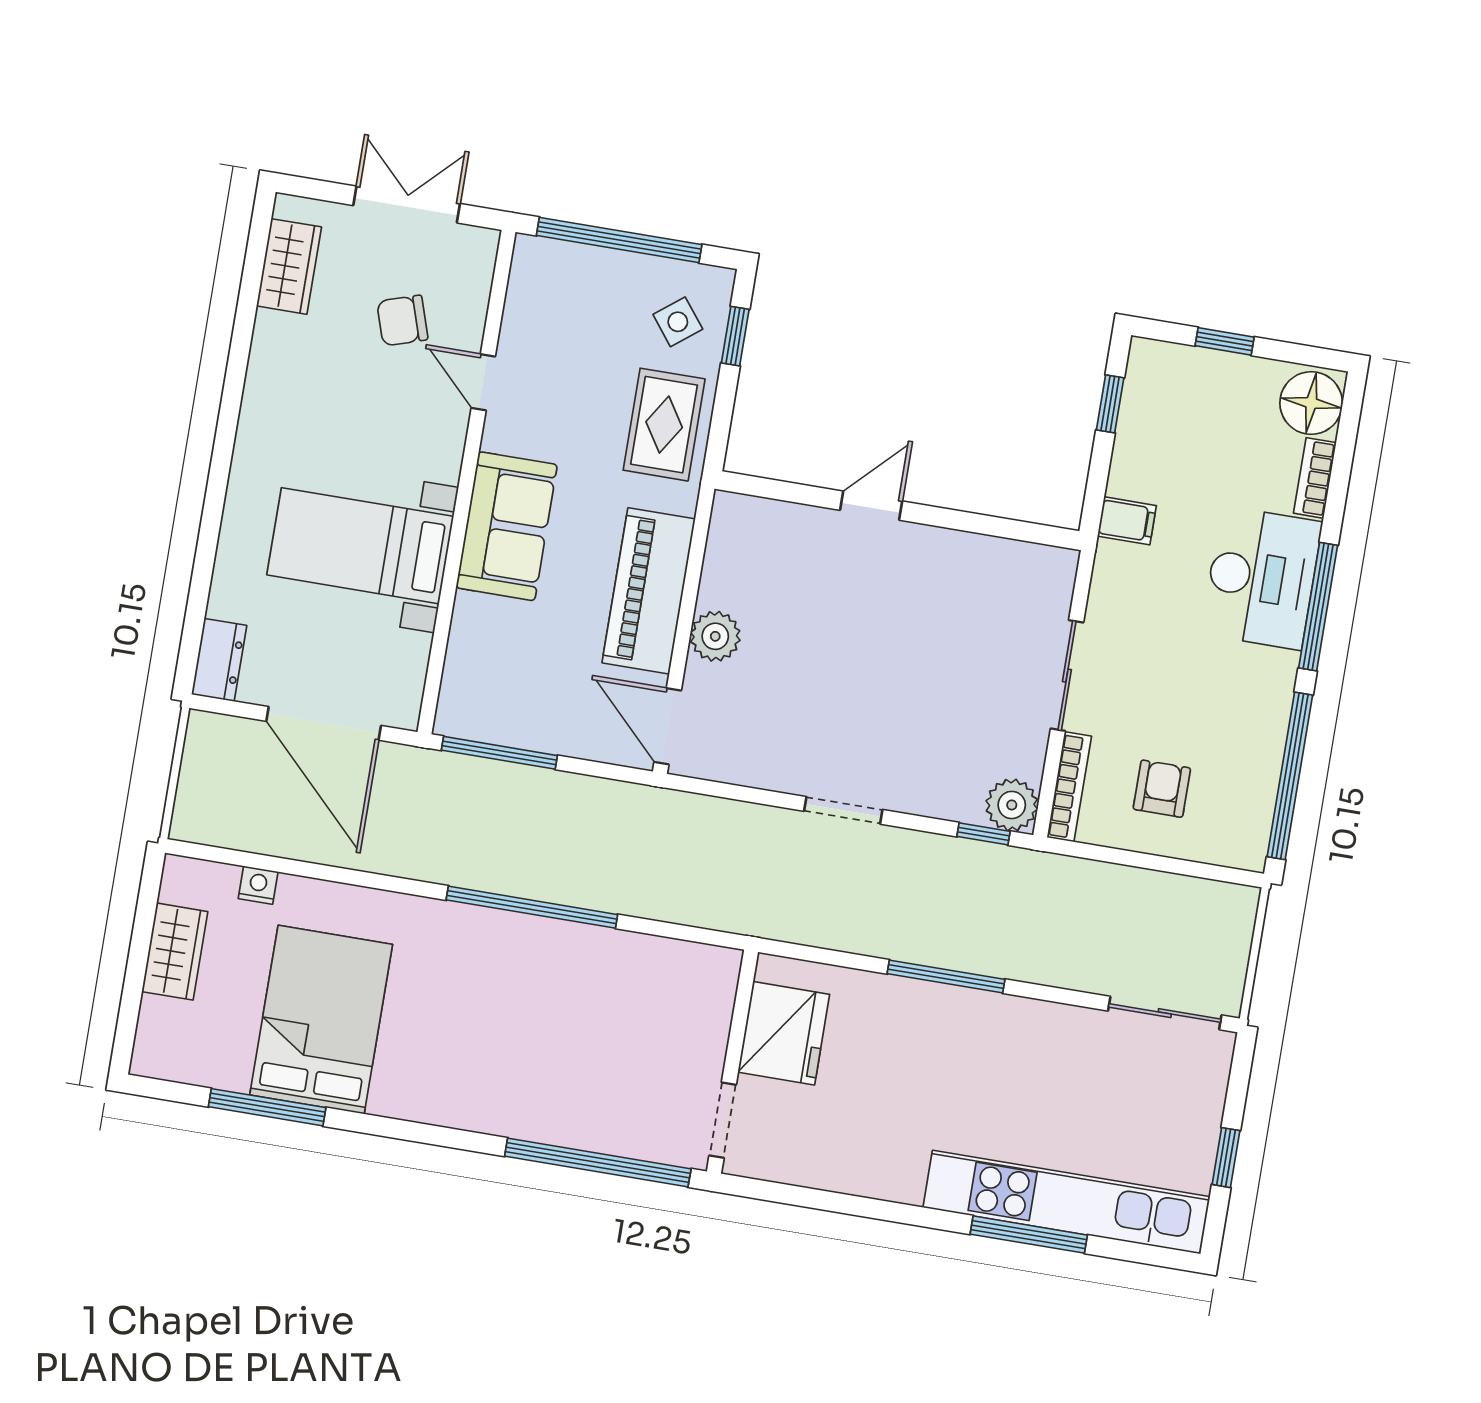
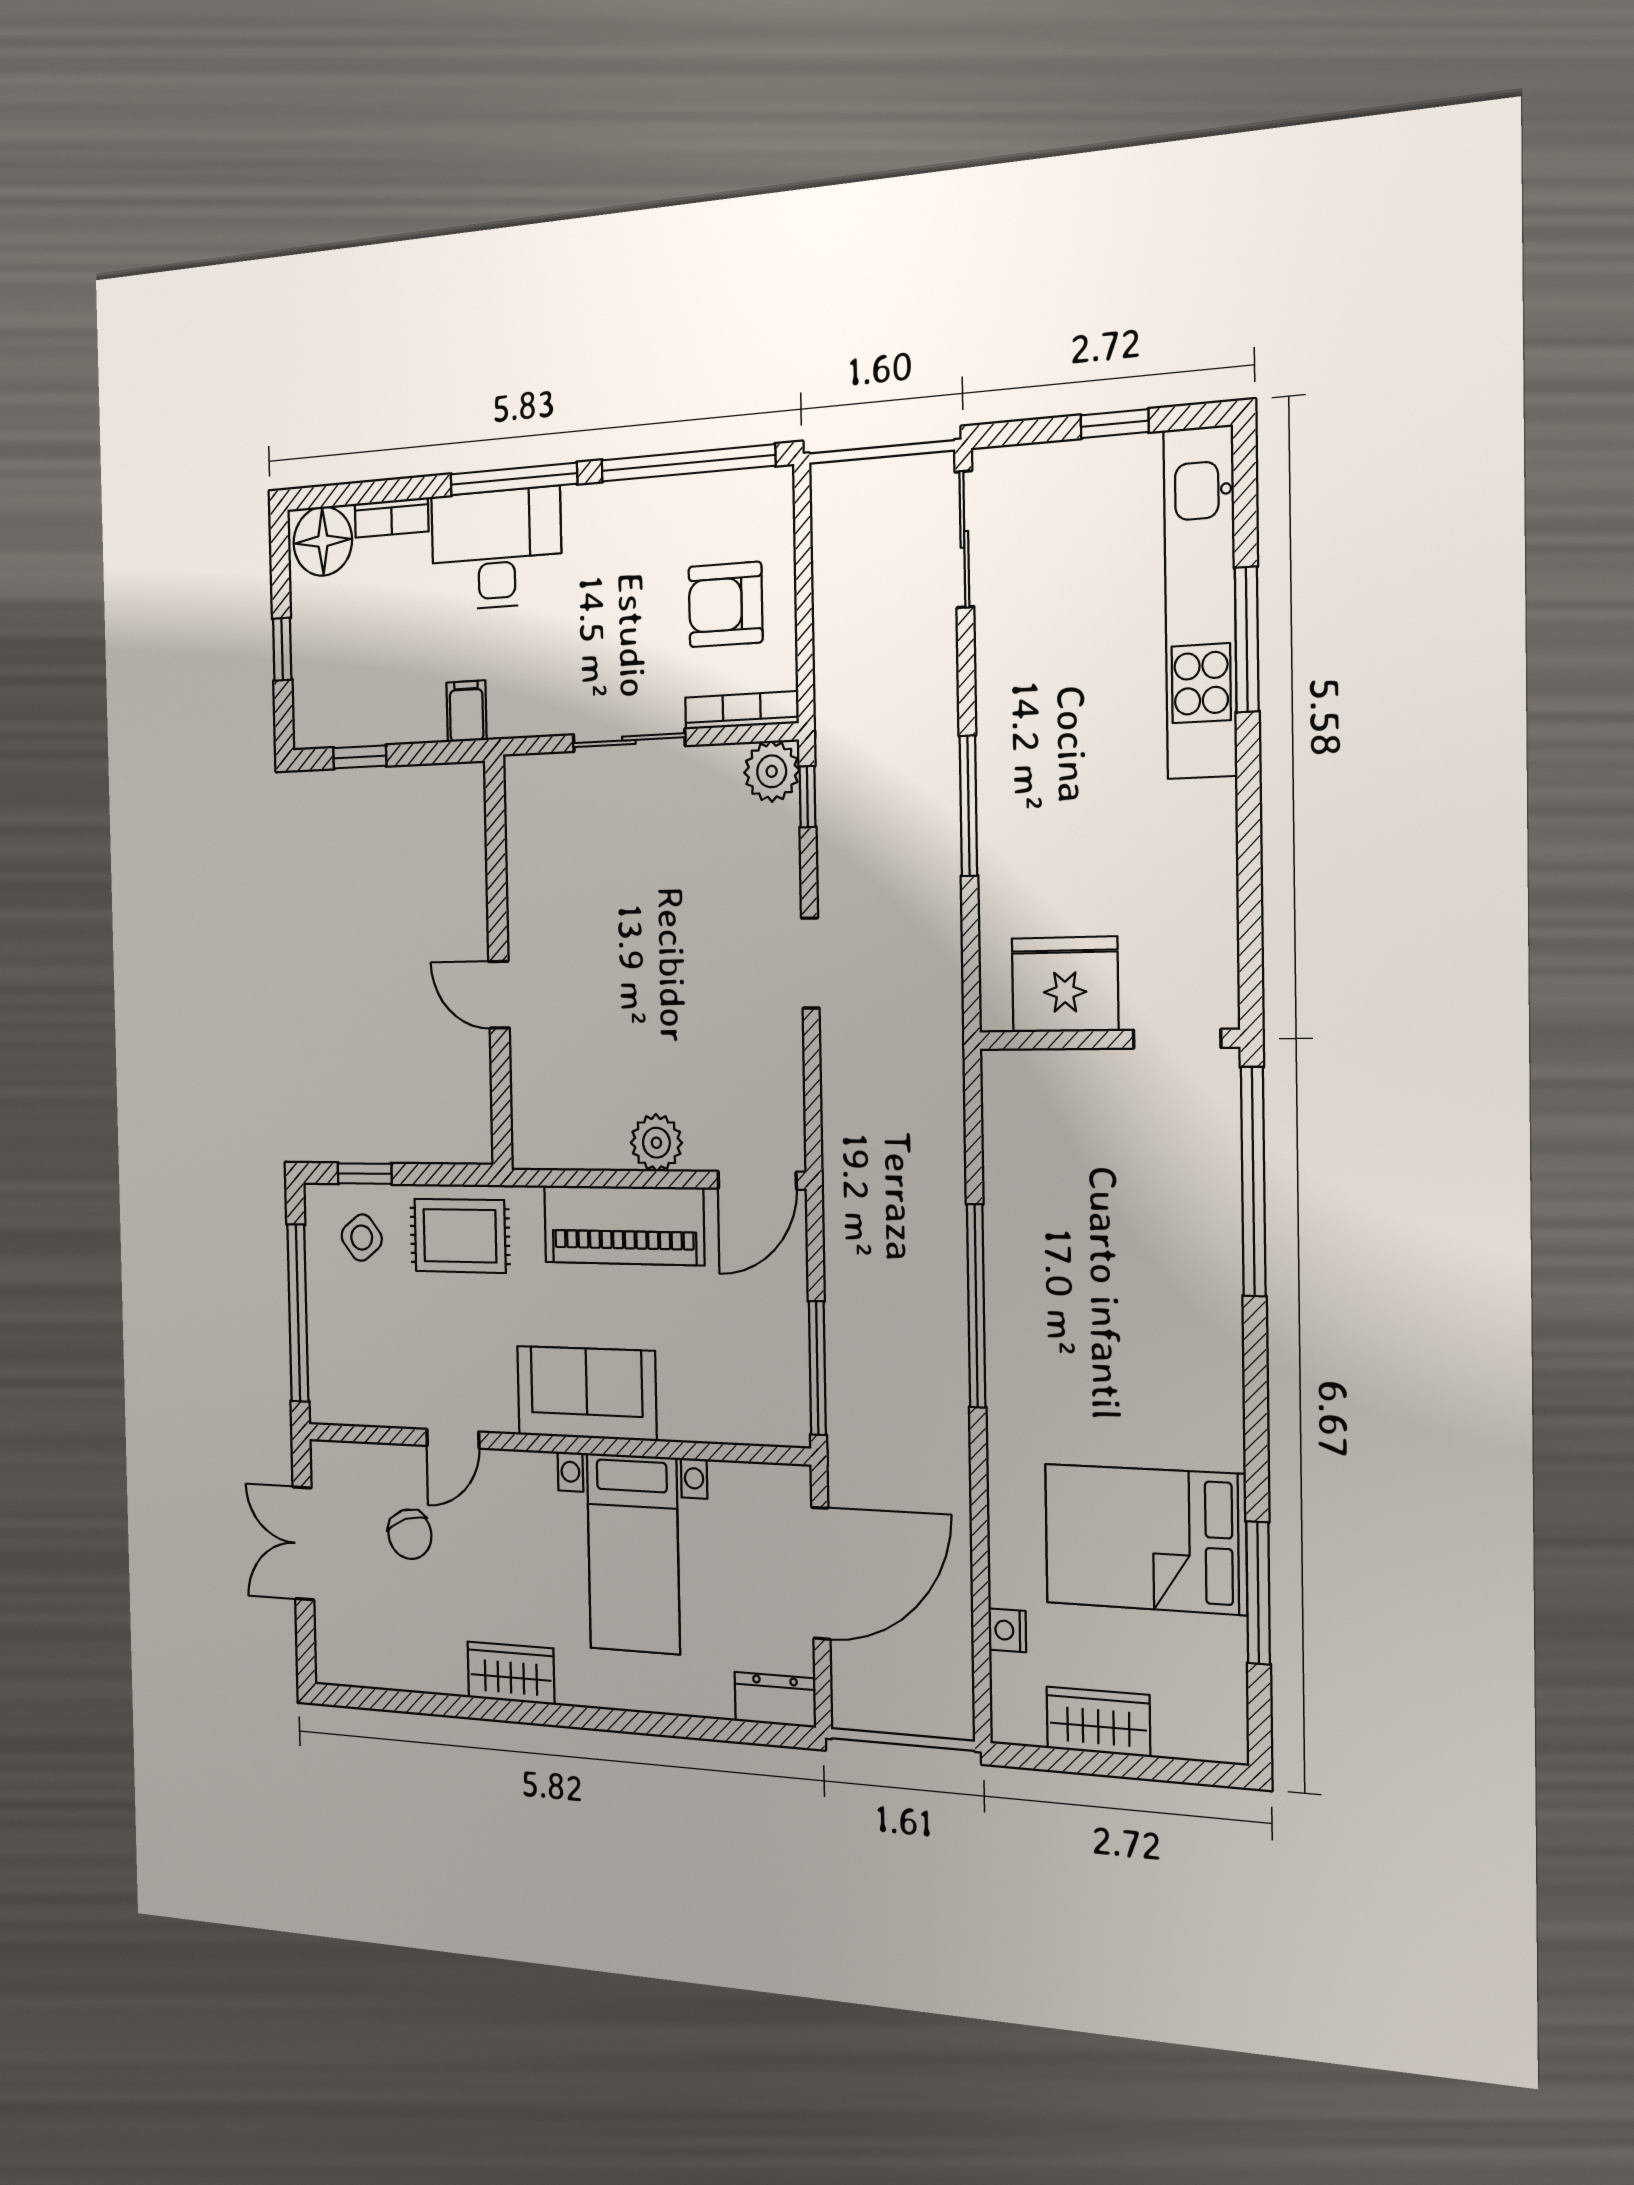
wardrobe: (289, 266) -> (511, 1673), moved
armchair: (1162, 789) -> (726, 604), width x1.38, depth x1.38

